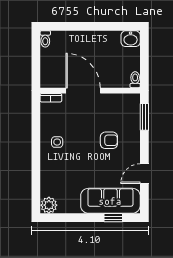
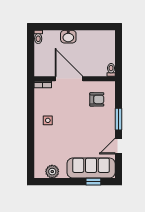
washbasin: (131, 39) -> (68, 37), moved
window: (144, 117) -> (119, 119), moved
armchair: (109, 140) -> (97, 99), moved
plant: (49, 205) -> (52, 172), moved

